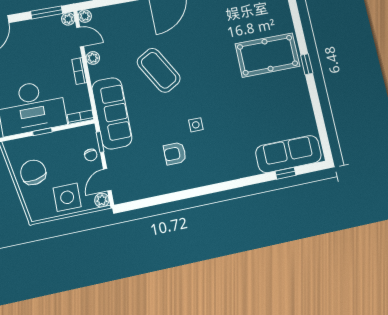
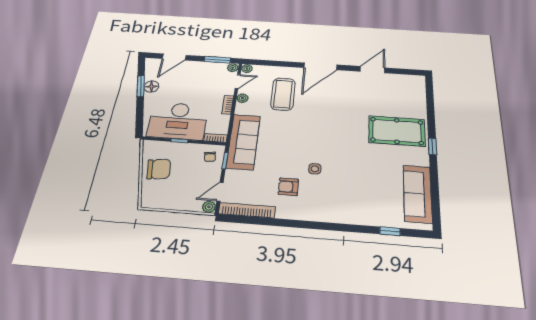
door: (80, 37) -> (238, 82), hinge flipped
coffee table: (159, 70) -> (283, 94), moved, turned 30
sofa: (289, 154) -> (417, 194), moved, turned -90
chair: (91, 155) -> (210, 157), moved
chair: (33, 172) -> (159, 169), turned 93
bookcase: (141, 192) -> (247, 210), added
side table: (67, 197) -> (179, 196), removed

